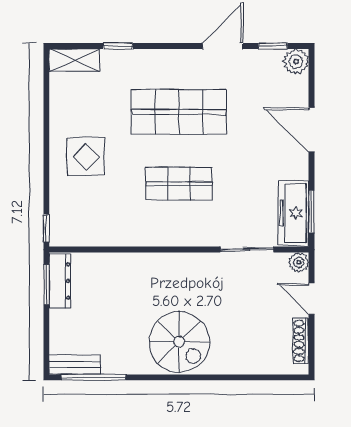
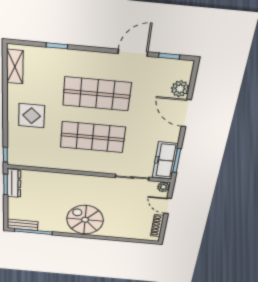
shelving: (74, 60) -> (15, 67), moved, turned 90
plant: (296, 62) -> (180, 89), moved
shop shelf: (179, 184) -> (93, 137), width x1.43, depth x1.36
spiral stairs: (179, 342) -> (85, 220), turned 180

